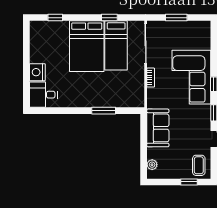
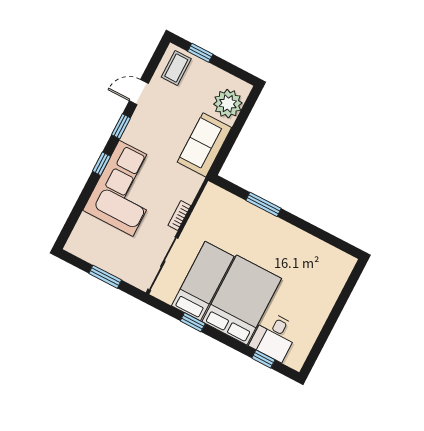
nightstand: (37, 72) -> (324, 300), removed
desk: (43, 95) -> (274, 337), moved, turned 90
plant: (152, 165) -> (228, 104), width x1.87, depth x1.87

